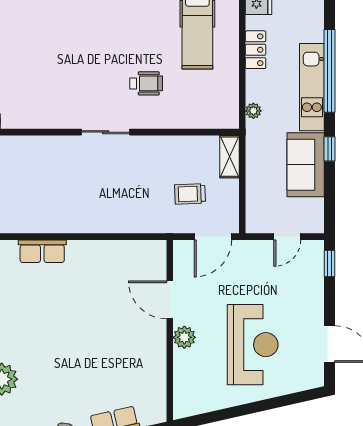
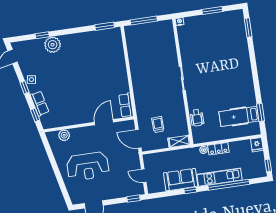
locker: (256, 50) -> (218, 149), moved
wheelchair: (146, 83) -> (197, 118), moved
row of seats: (42, 251) -> (126, 105), moved
plant: (184, 337) -> (64, 135), moved

